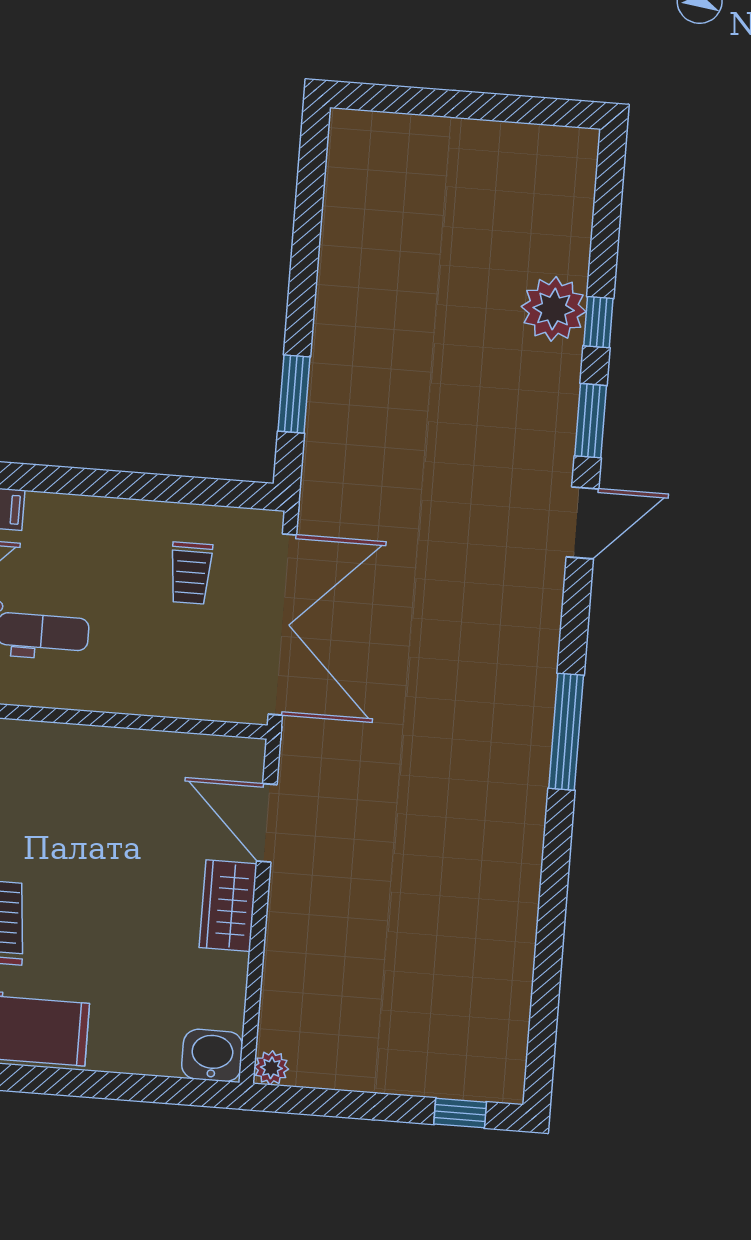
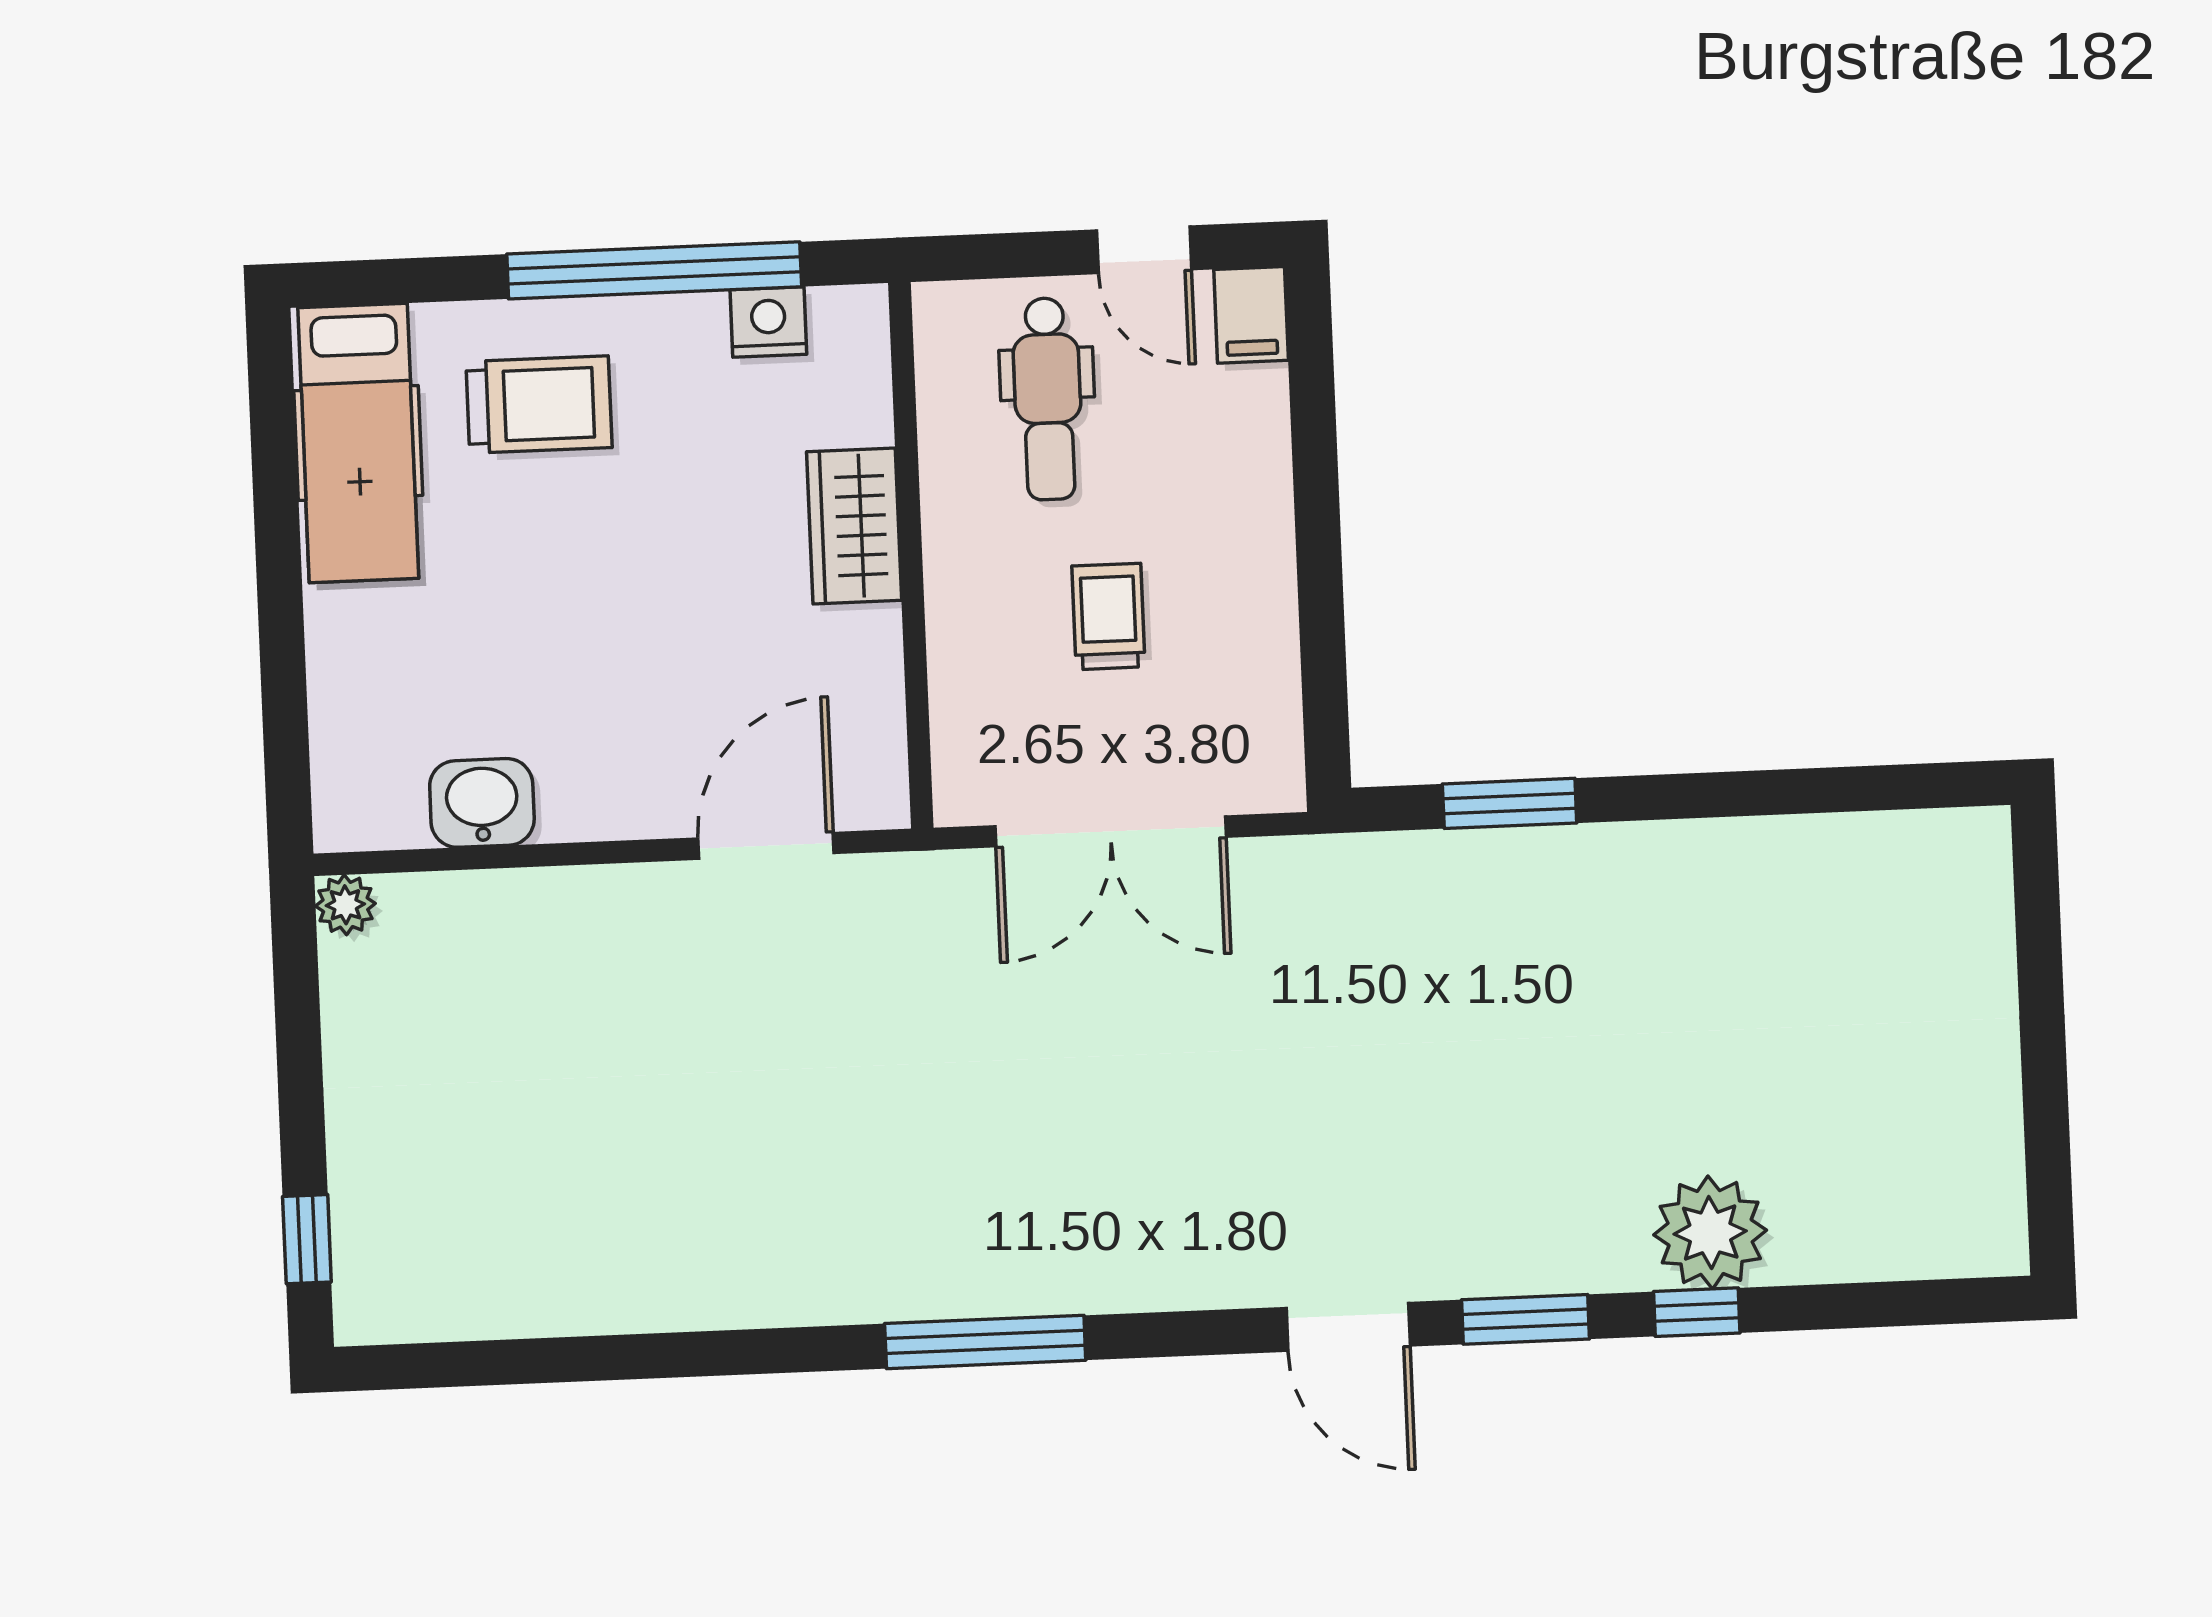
trolley: (191, 573) -> (1108, 616), moved, turned 90
double door: (282, 625) -> (1111, 831), width x0.73
wardrobe: (228, 906) -> (854, 526), moved, turned -90
washbasin: (212, 1055) -> (482, 803), moved, turned -90

